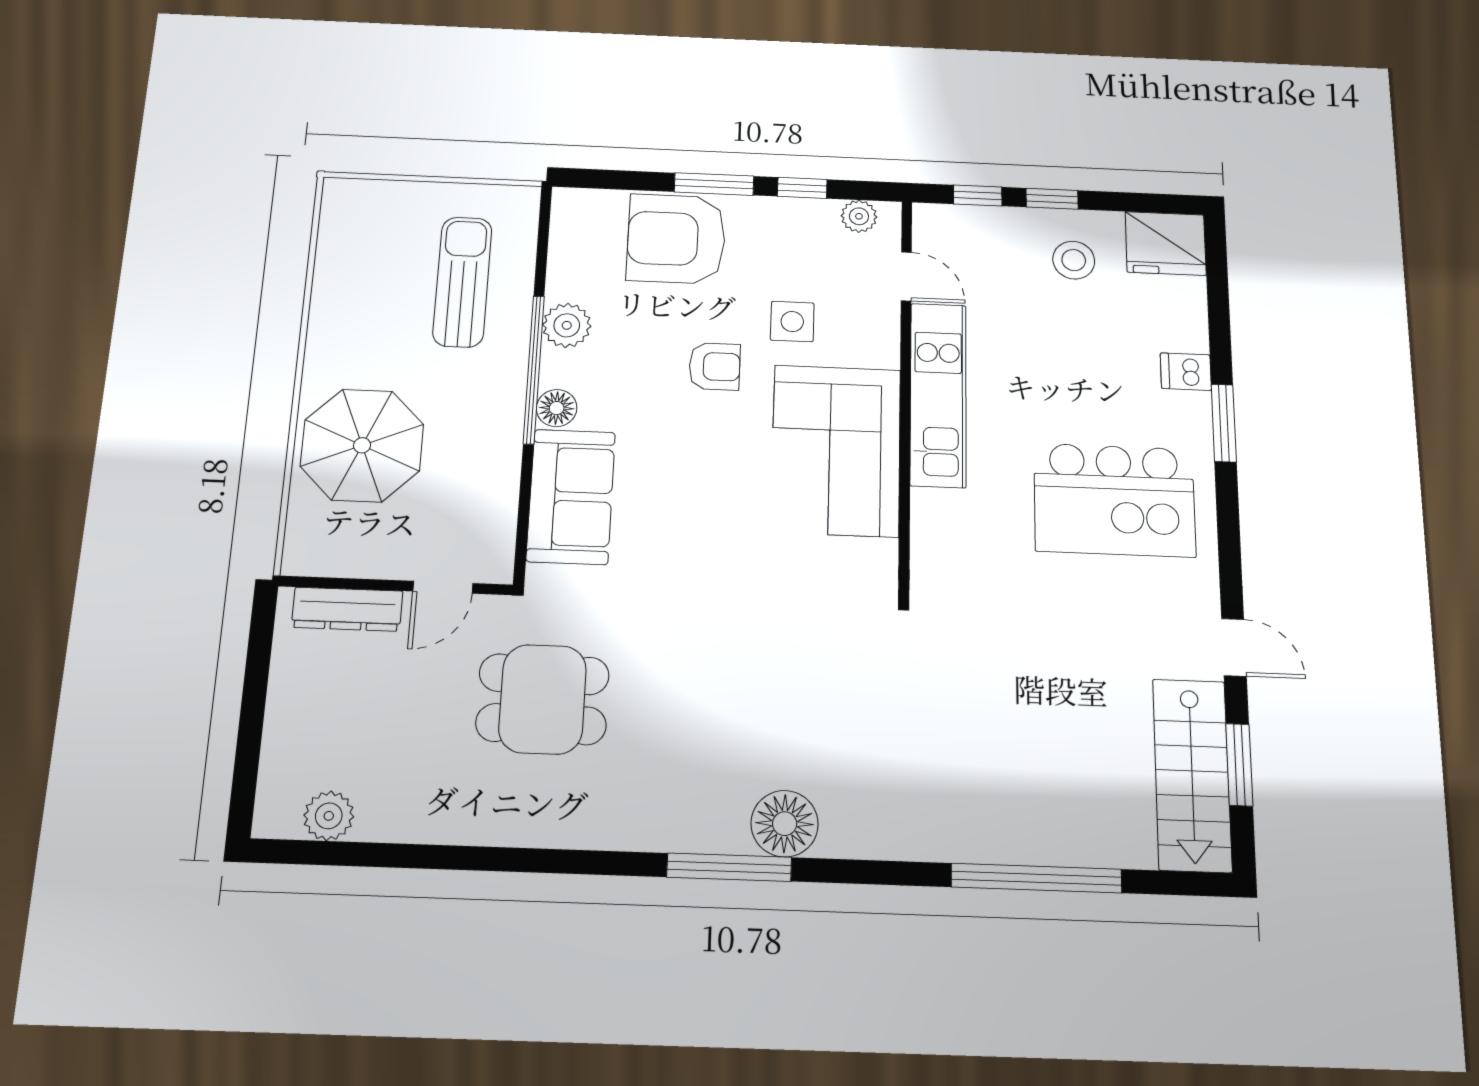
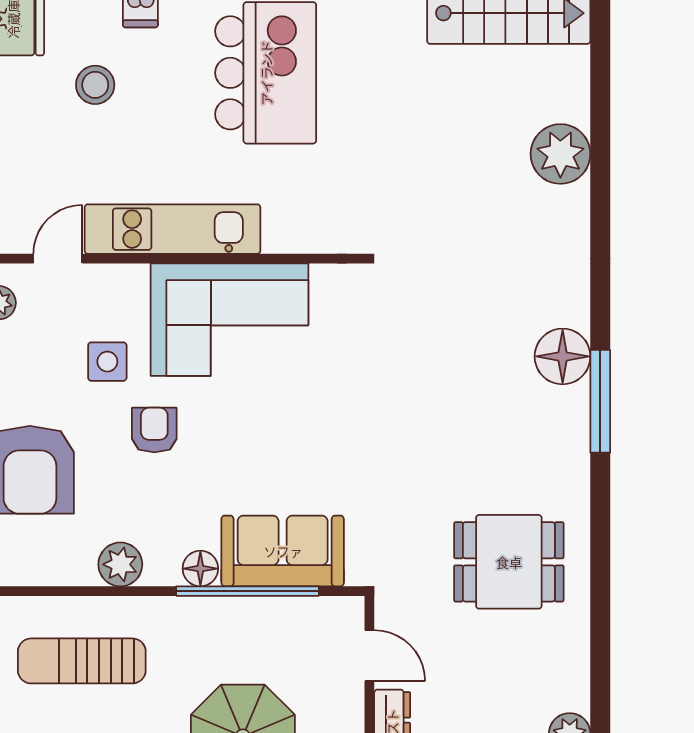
stool: (1074, 260) -> (95, 85), moved
window: (534, 369) -> (248, 591), moved
dining table: (543, 699) -> (509, 562), moved, turned 90
plant: (1027, 830) -> (560, 154), added
window: (1036, 878) -> (600, 146), removed

